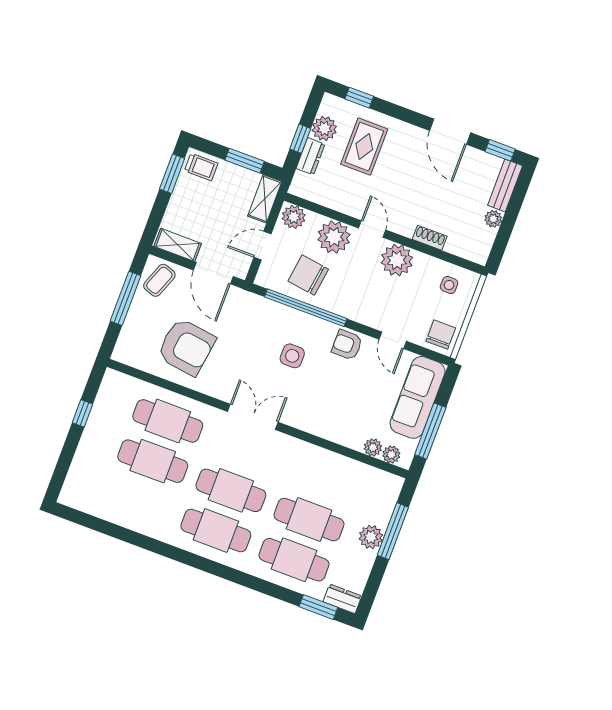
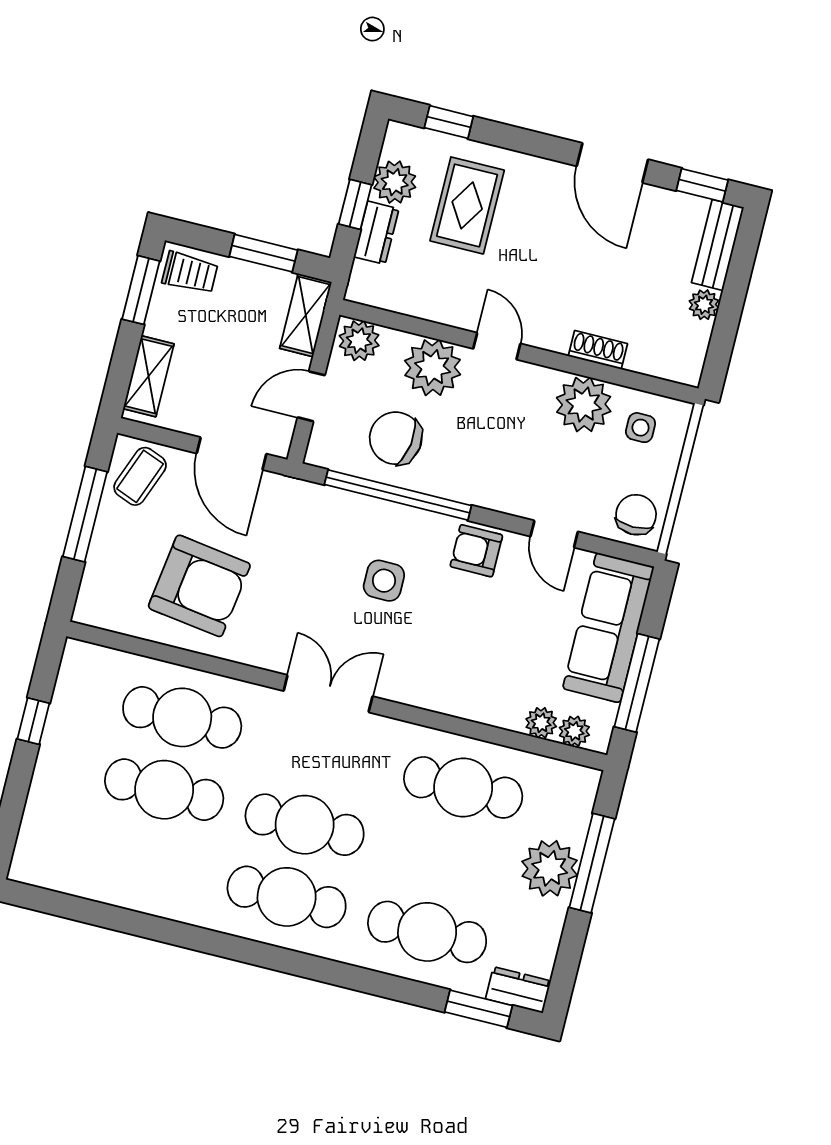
shelving: (178, 245) -> (148, 376), moved, turned 90
plant: (397, 260) -> (584, 404), moved
cafe table: (309, 520) -> (463, 787), moved
plant: (371, 537) -> (550, 868), width x1.36, depth x1.36

